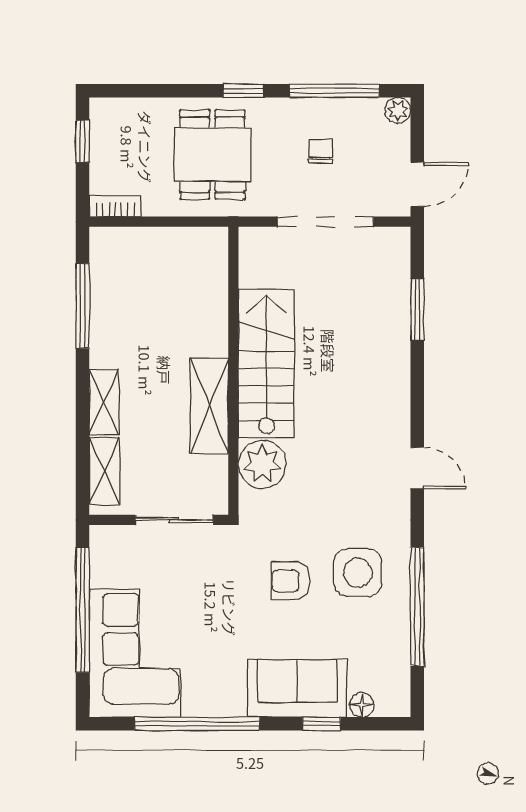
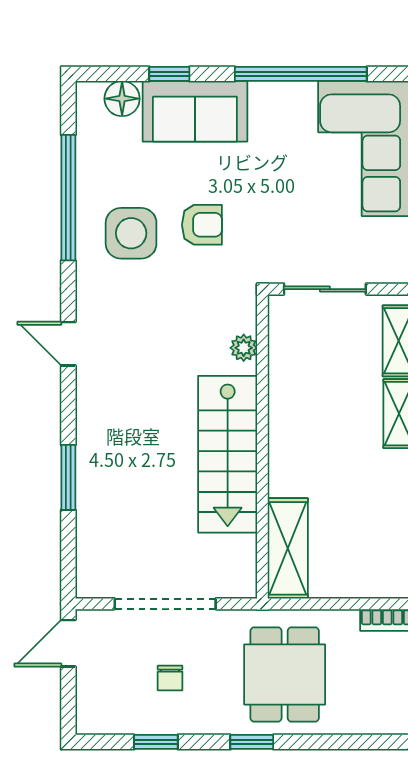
window: (334, 91) -> (156, 742), width x0.46
plant: (398, 110) -> (89, 721), removed
window: (417, 310) -> (68, 477), moved
shelving: (209, 406) -> (288, 548), moved
plant: (262, 464) -> (244, 348), width x0.53, depth x0.53
floor lamp: (362, 705) -> (122, 99), width x1.37, depth x1.37

